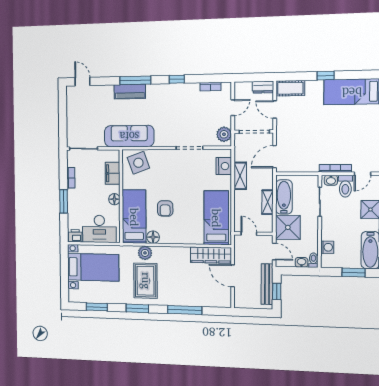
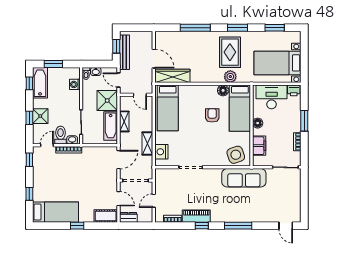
piano: (130, 92) -> (196, 216), moved
plant: (224, 134) -> (161, 179), removed

